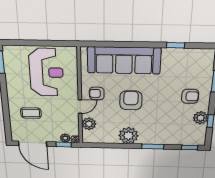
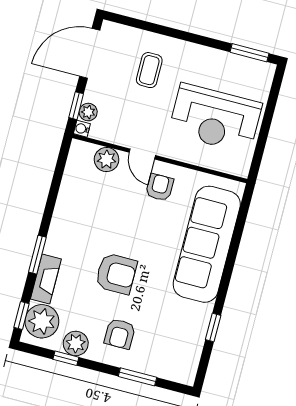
armchair: (131, 100) -> (116, 274), moved
plant: (128, 136) -> (42, 321), moved
fireplace: (166, 140) -> (46, 279), added

